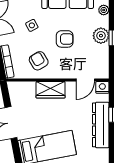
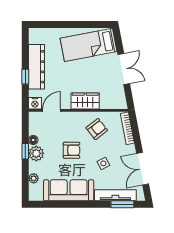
armchair: (65, 39) -> (72, 150), turned 180
floor lamp: (104, 50) -> (33, 140), added
armchair: (39, 61) -> (97, 129), turned -97

